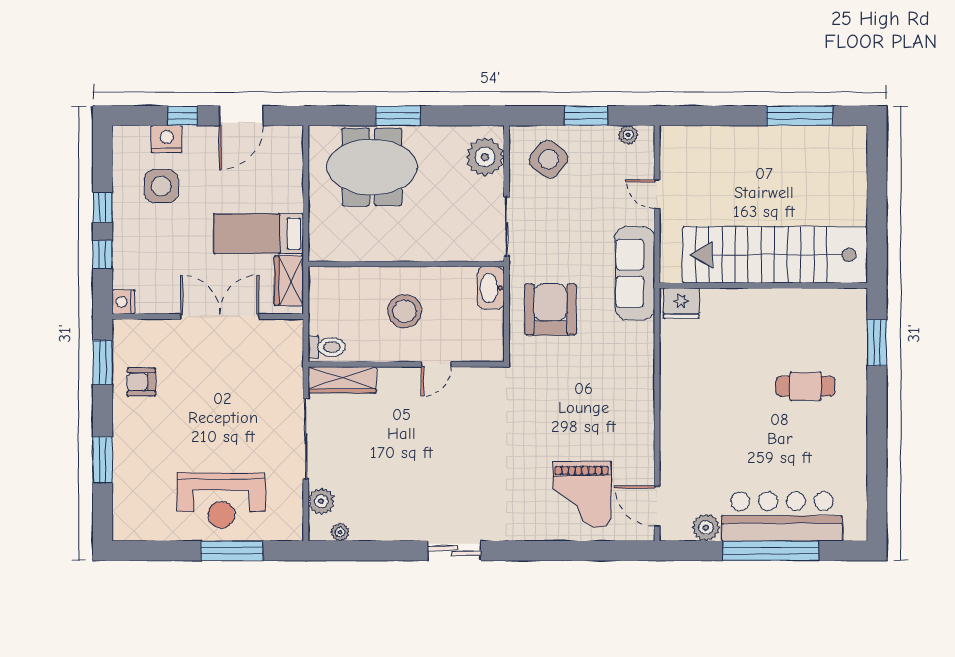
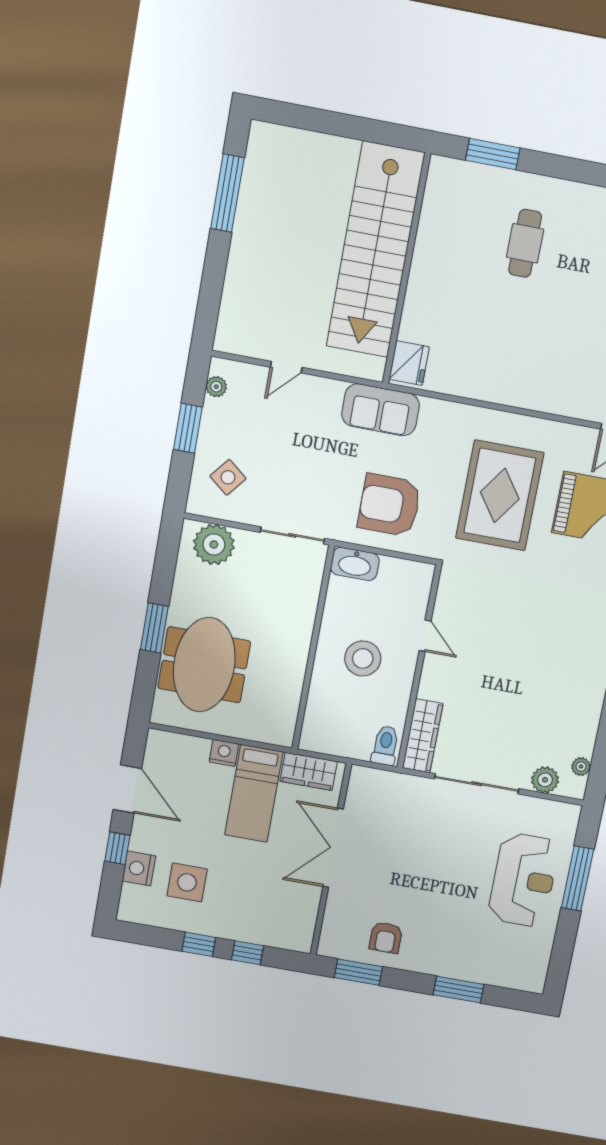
side table: (549, 159) -> (228, 477), width x0.73, depth x0.73
sofa: (635, 273) -> (381, 410), width x0.73
nightstand: (123, 302) -> (224, 753), moved, turned 180
rug: (578, 408) -> (500, 495), added

